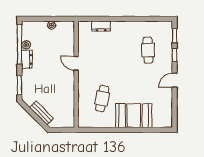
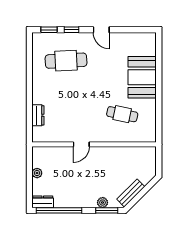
plant: (26, 45) -> (103, 203), moved
cafe table: (148, 50) -> (66, 61), width x1.37, depth x1.35
dresser: (27, 59) -> (43, 202), moved
bench: (41, 113) -> (131, 193), moved

